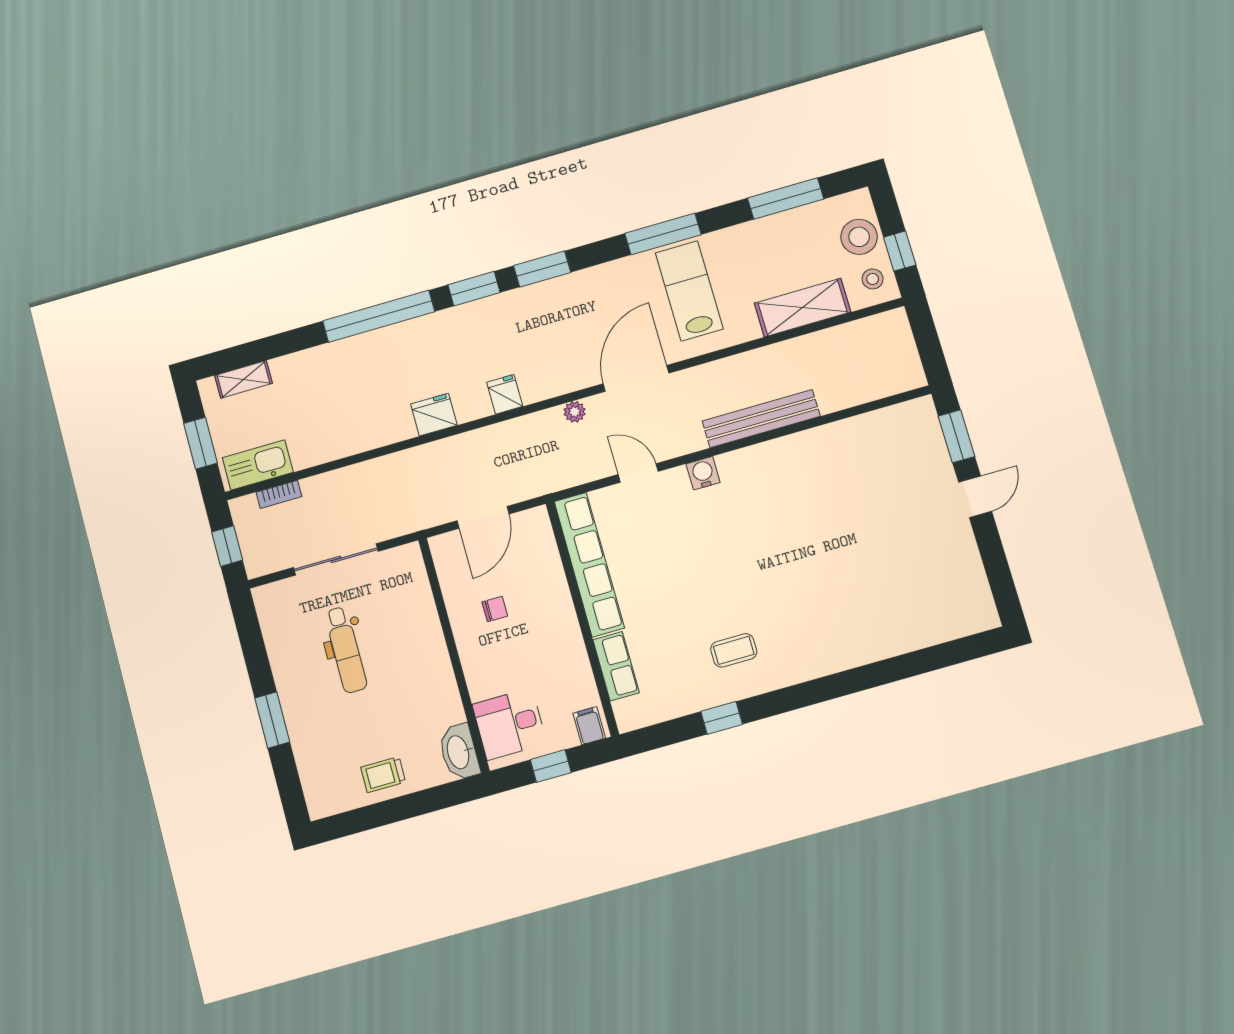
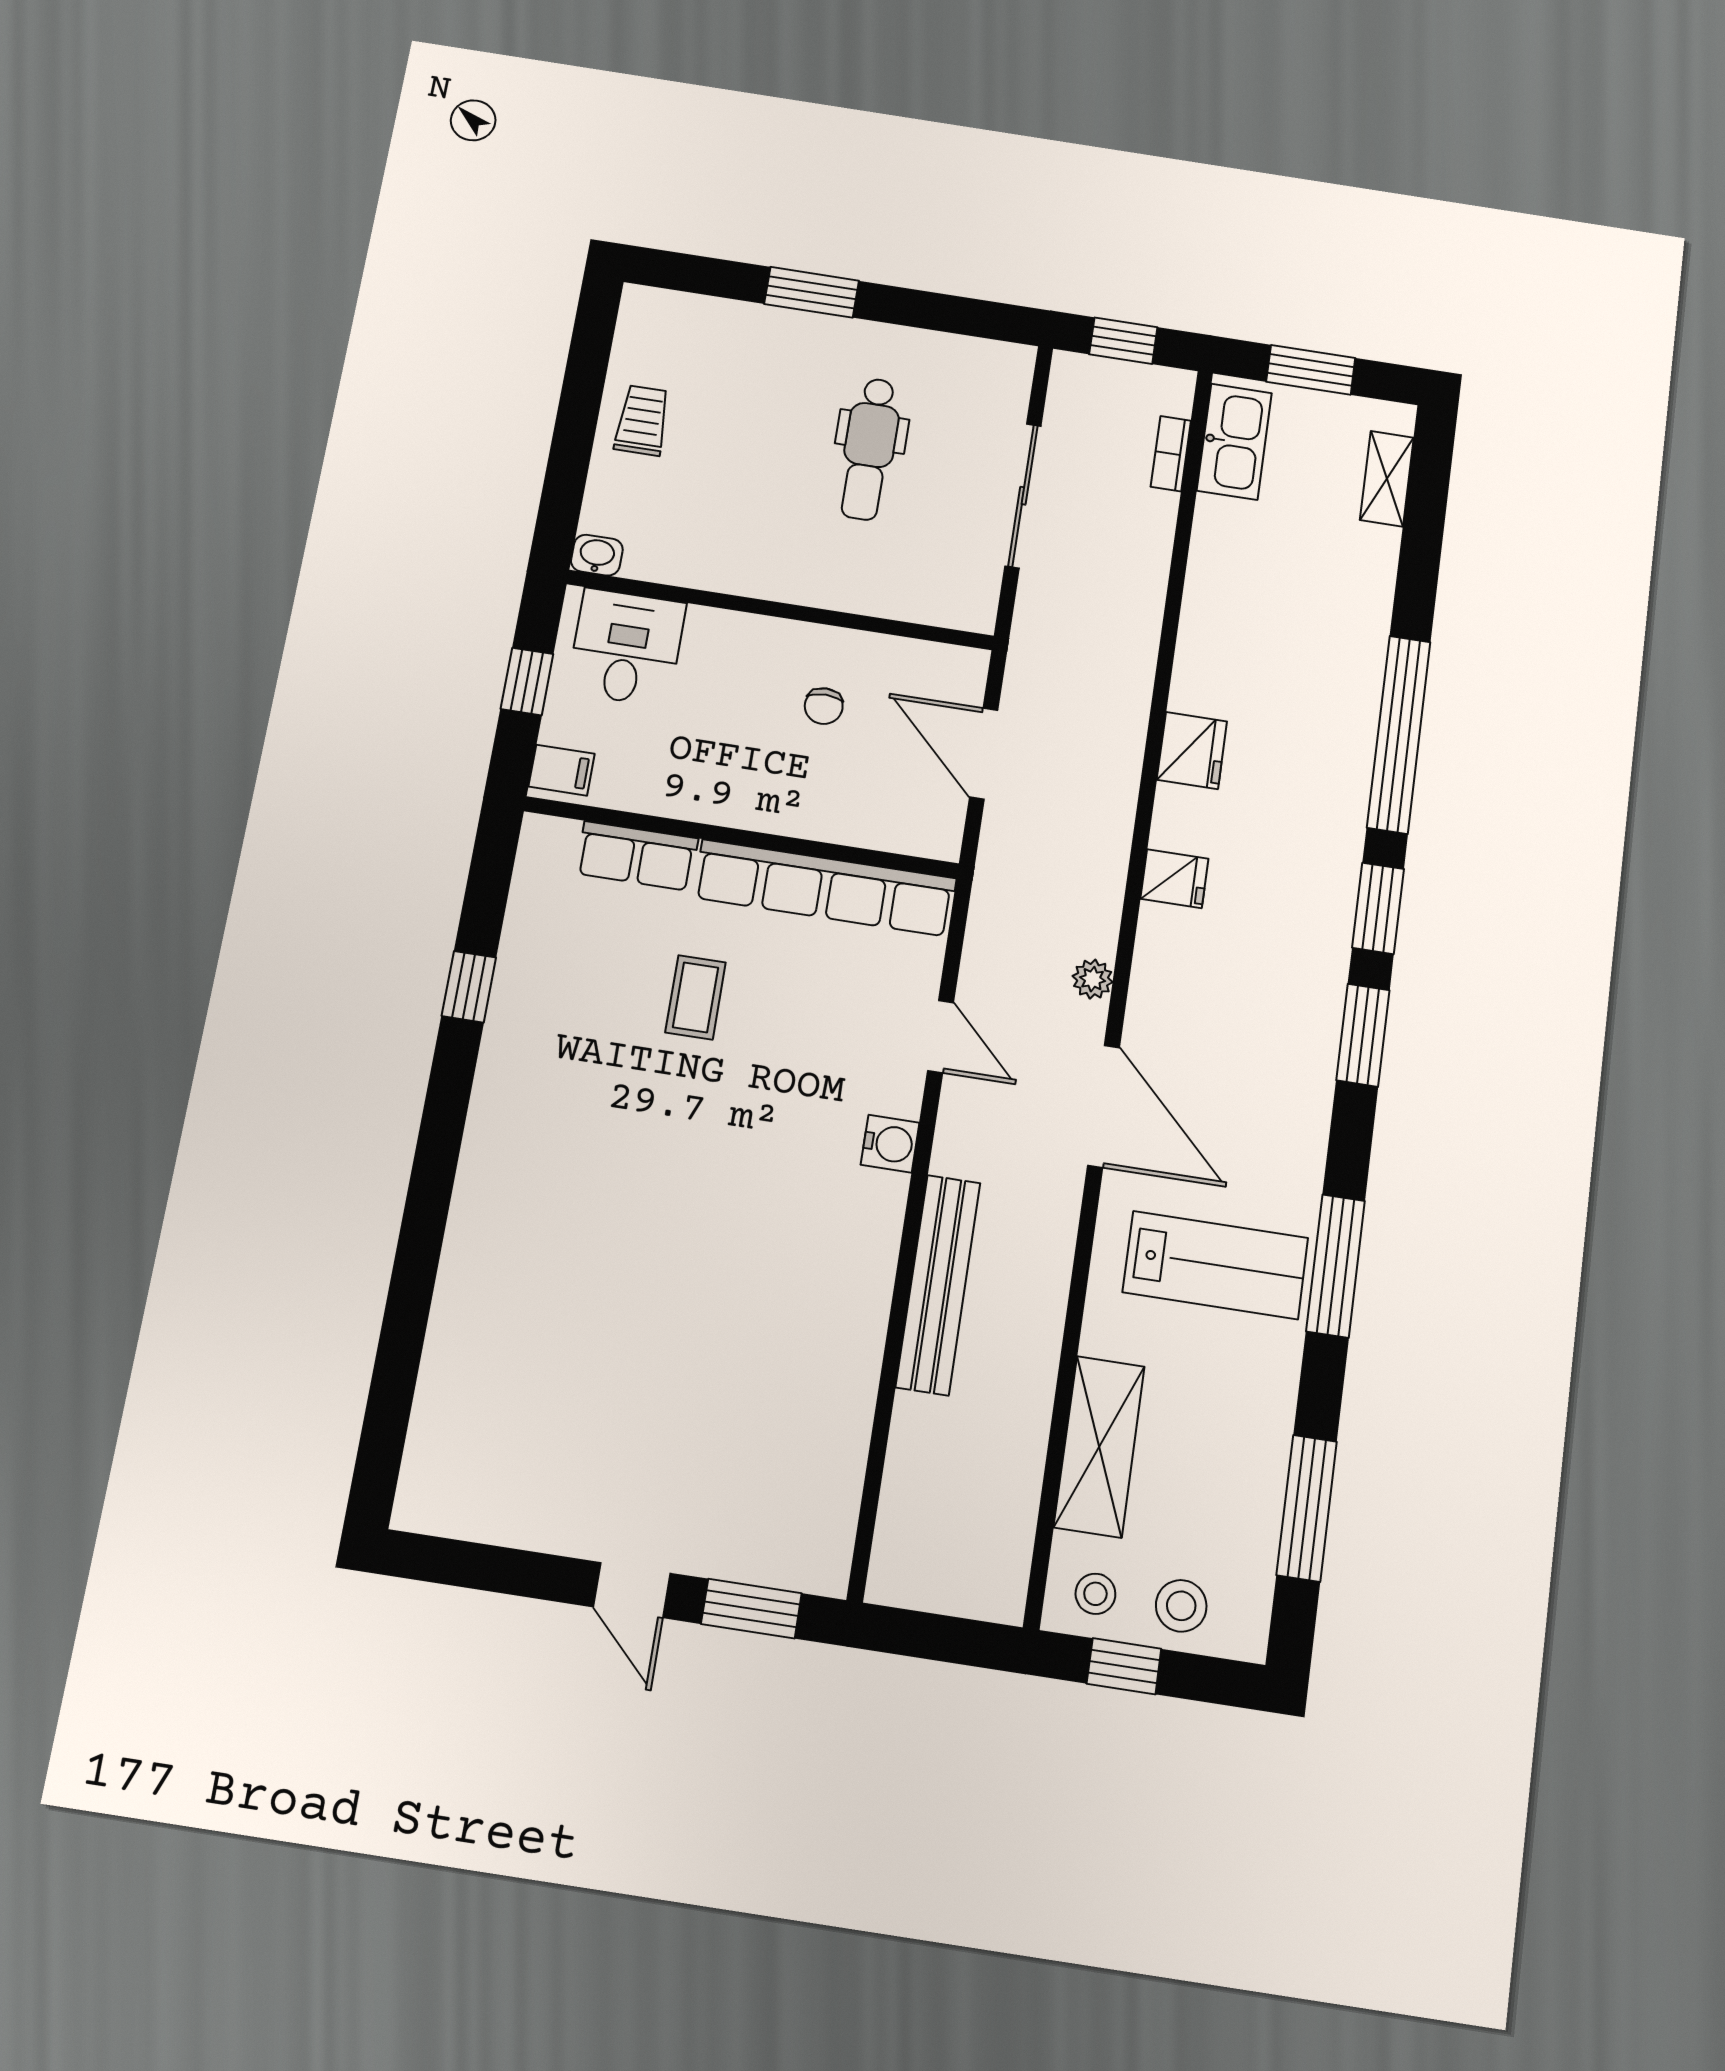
stool: (859, 237) -> (1181, 1606), width x0.73, depth x0.73
door: (638, 473) -> (941, 1037), hinge flipped
dental chair: (346, 650) -> (869, 449), turned -90
coffee table: (734, 650) -> (696, 997), moved
washbasin: (459, 752) -> (597, 555), width x0.52, depth x0.69

